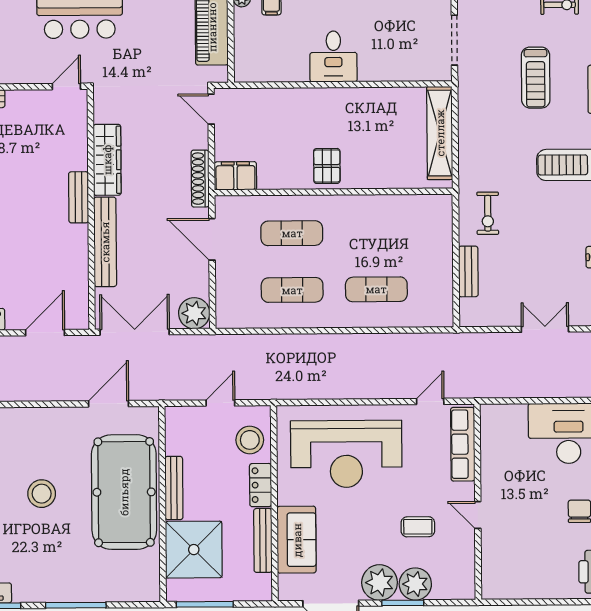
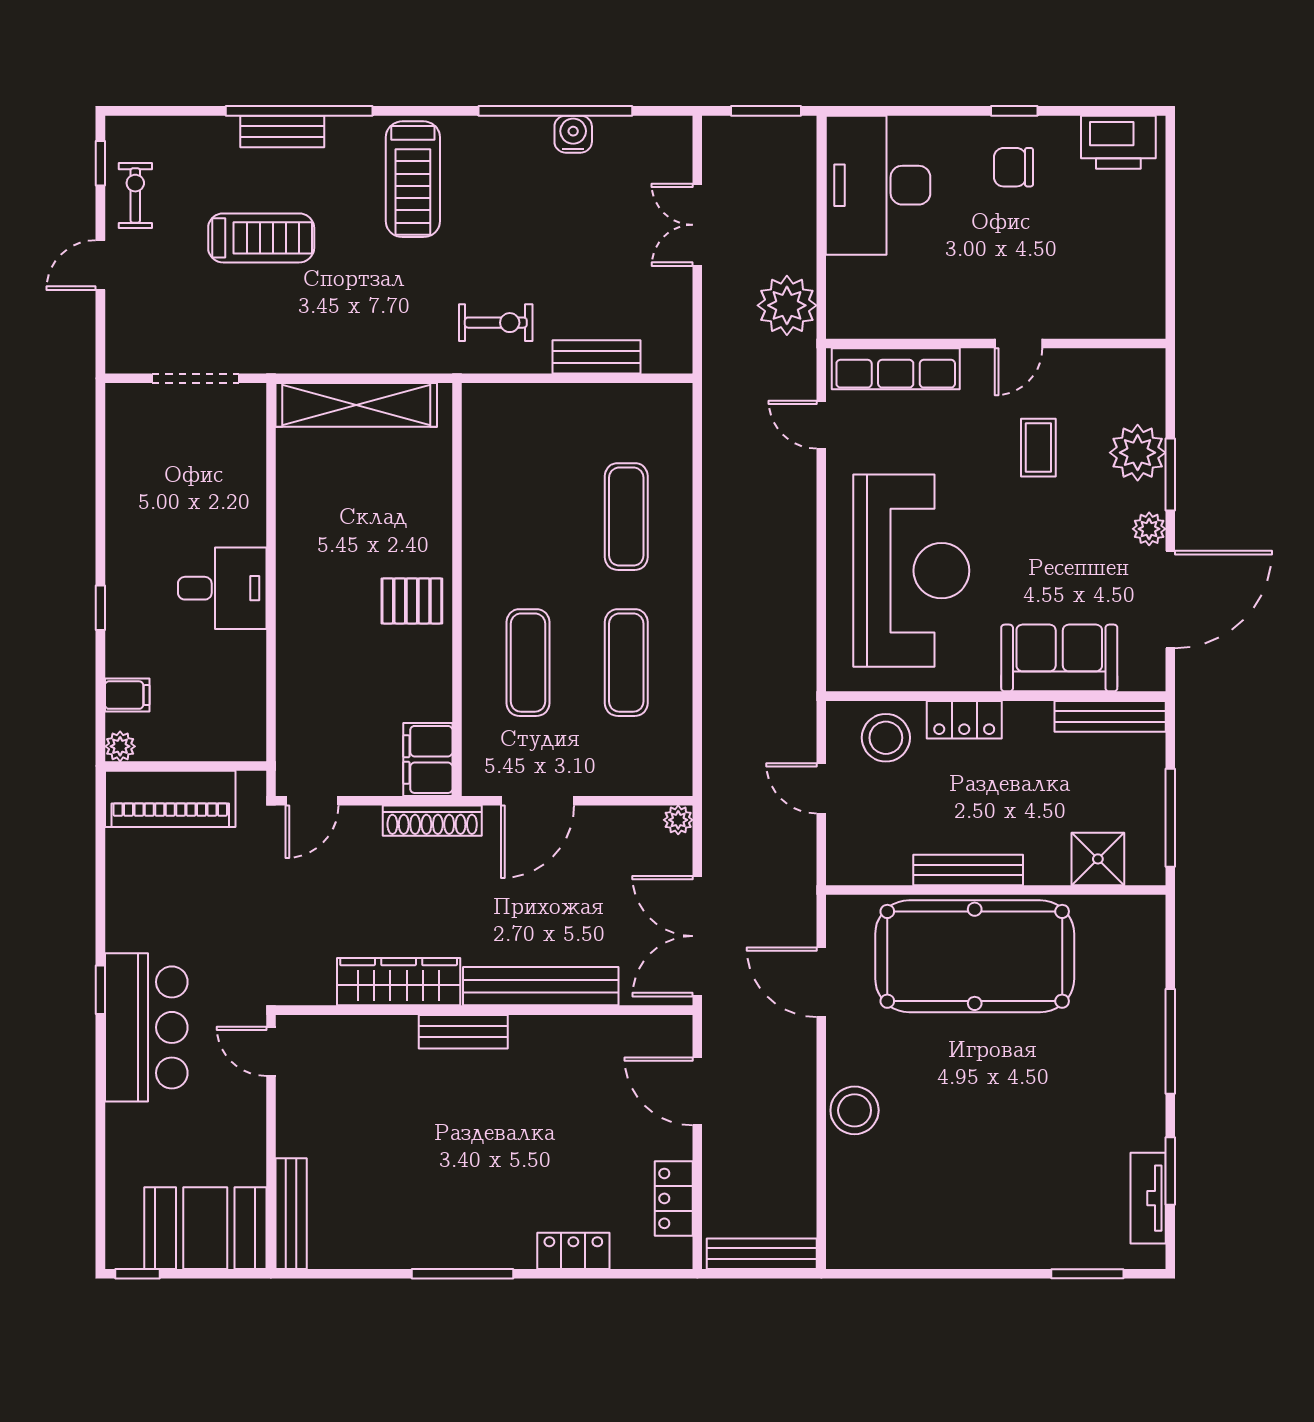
plant: (194, 313) -> (678, 820), width x0.53, depth x0.53
plant: (499, 381) -> (787, 305), added
stool: (42, 494) -> (855, 1110), moved
bench: (263, 540) -> (1110, 716), moved
shower: (194, 550) -> (1098, 859), width x0.54, depth x0.54
plant: (380, 583) -> (1149, 529), width x0.53, depth x0.53

